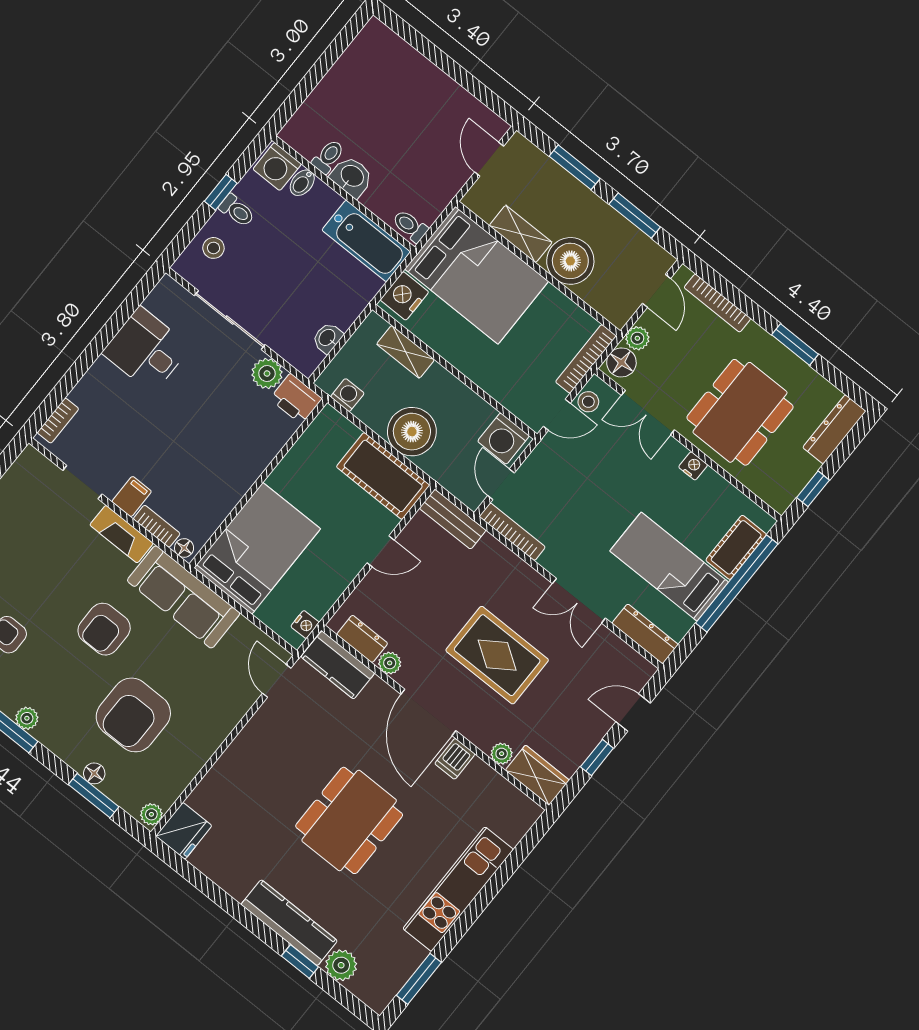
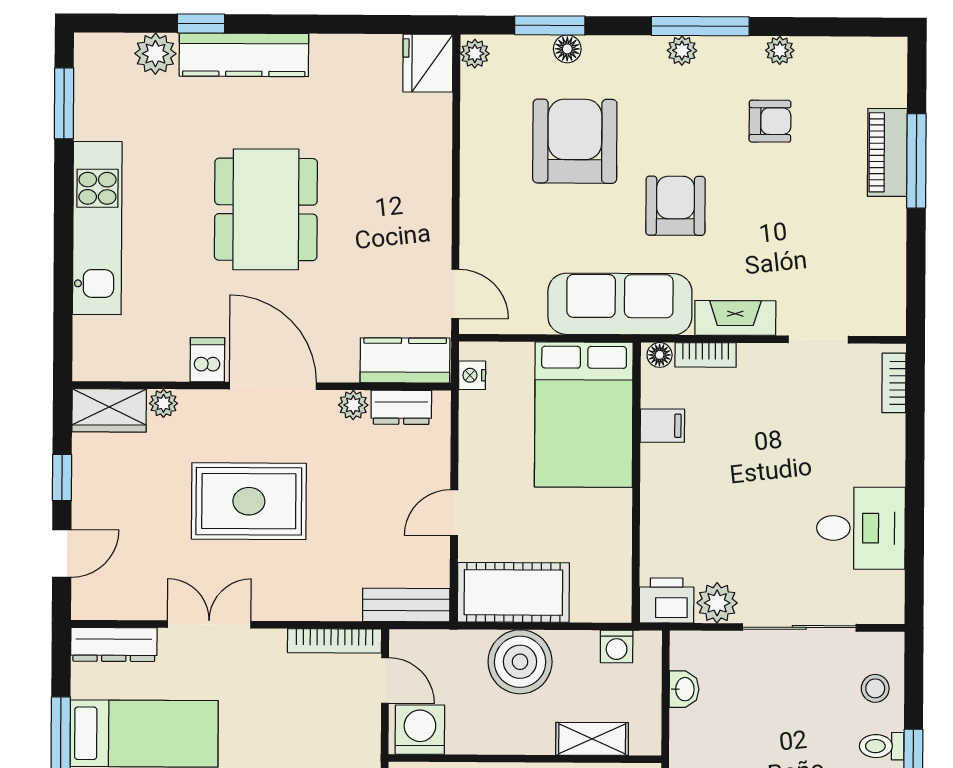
filing cabinet: (132, 497) -> (662, 426), moved, turned -90

